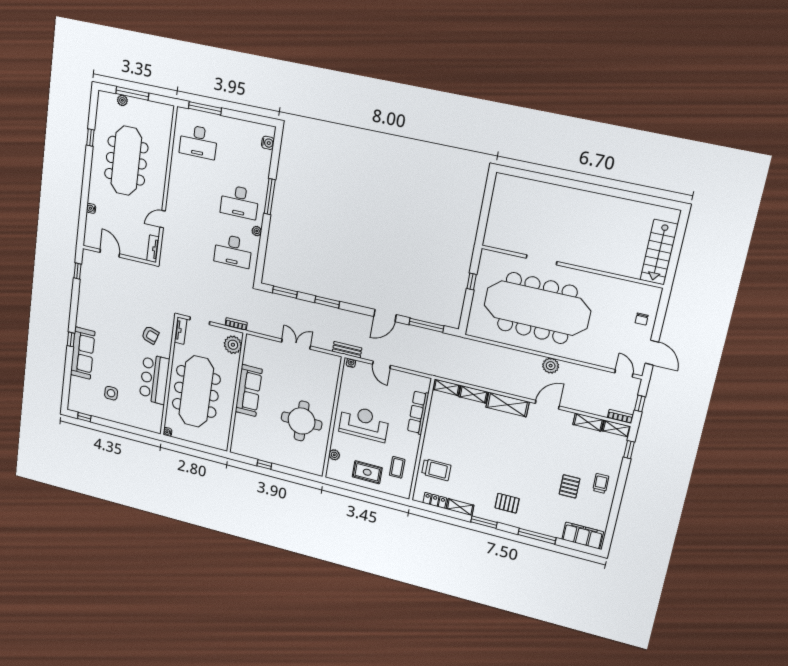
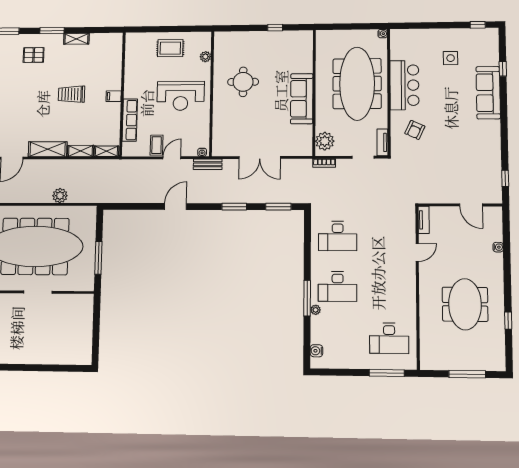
plant: (122, 100) -> (477, 365), removed
desk: (198, 142) -> (389, 338), turned 180
meeting table: (126, 161) -> (465, 304), width x0.73
desk: (240, 202) -> (338, 287), turned 180
plant: (257, 231) -> (316, 310), moved
desk: (233, 251) -> (338, 236), turned 180
window: (472, 281) -> (98, 258), width x2.17
window: (426, 325) -> (134, 206), removed
armchair: (150, 335) -> (415, 130), turned -83
window: (71, 339) -> (503, 69), moved
double door: (296, 344) -> (260, 158), width x1.37
door: (381, 365) -> (172, 158), hinge flipped
plant: (551, 366) -> (60, 196), moved
round table: (302, 421) -> (243, 82), width x0.73, depth x0.73
filing cabinet: (431, 440) -> (114, 96), added
coffee table: (397, 467) -> (157, 145), moved
trolley: (436, 470) -> (72, 94), moved
locker: (435, 500) -> (101, 39), removed

